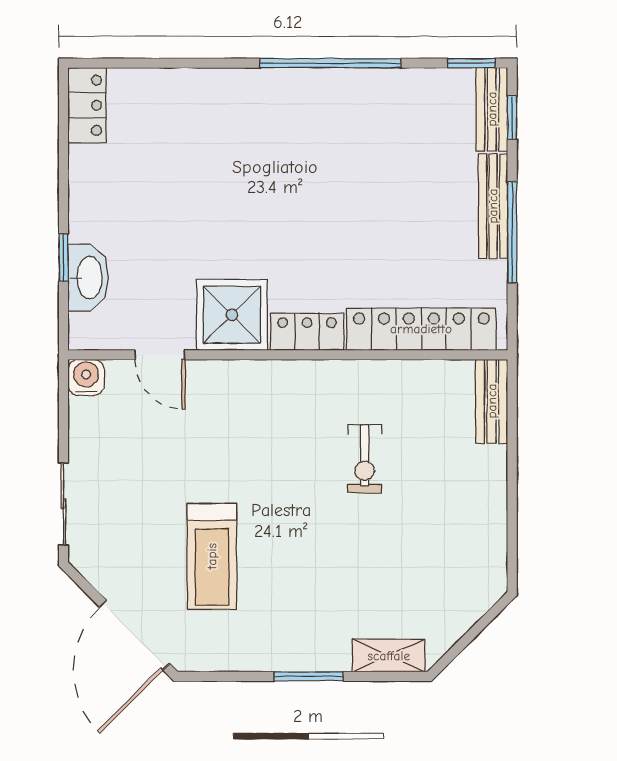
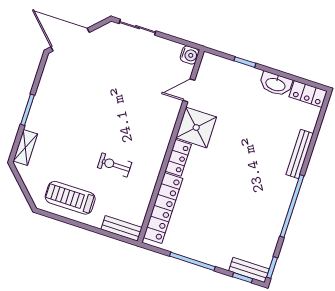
bench: (493, 206) -> (300, 154), moved, turned 90
washbasin: (88, 278) -> (276, 84), moved
treadmill: (212, 556) -> (70, 198), moved

